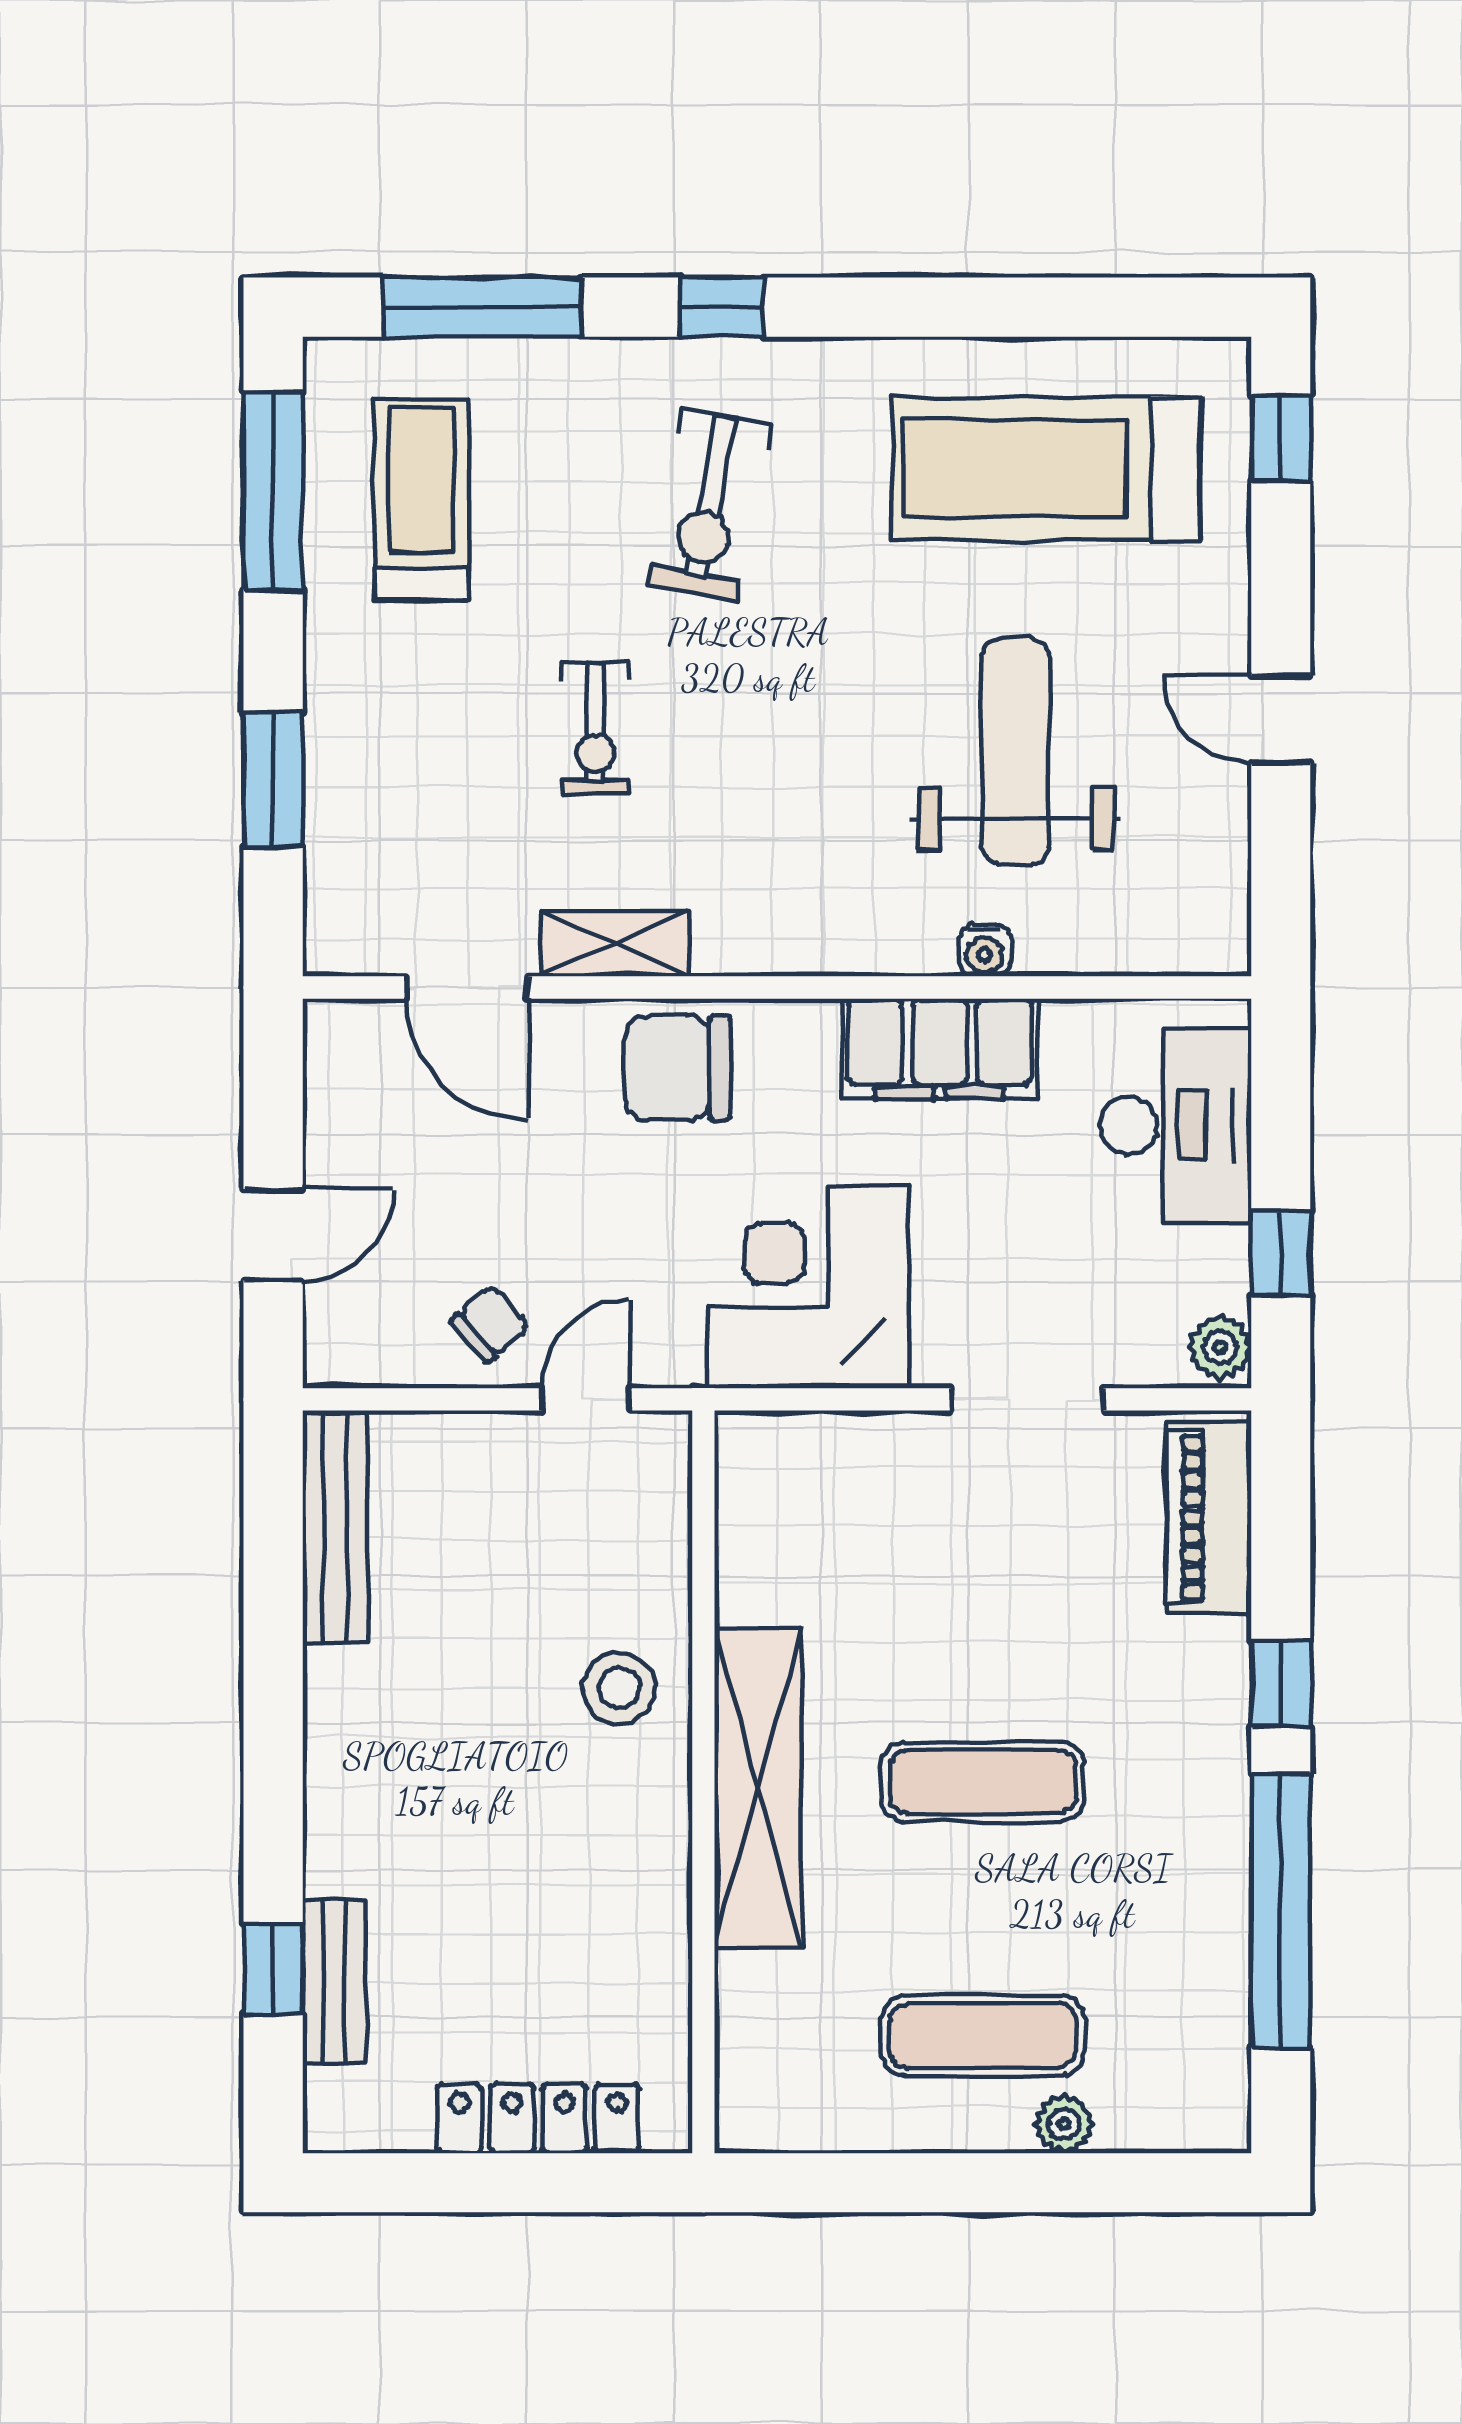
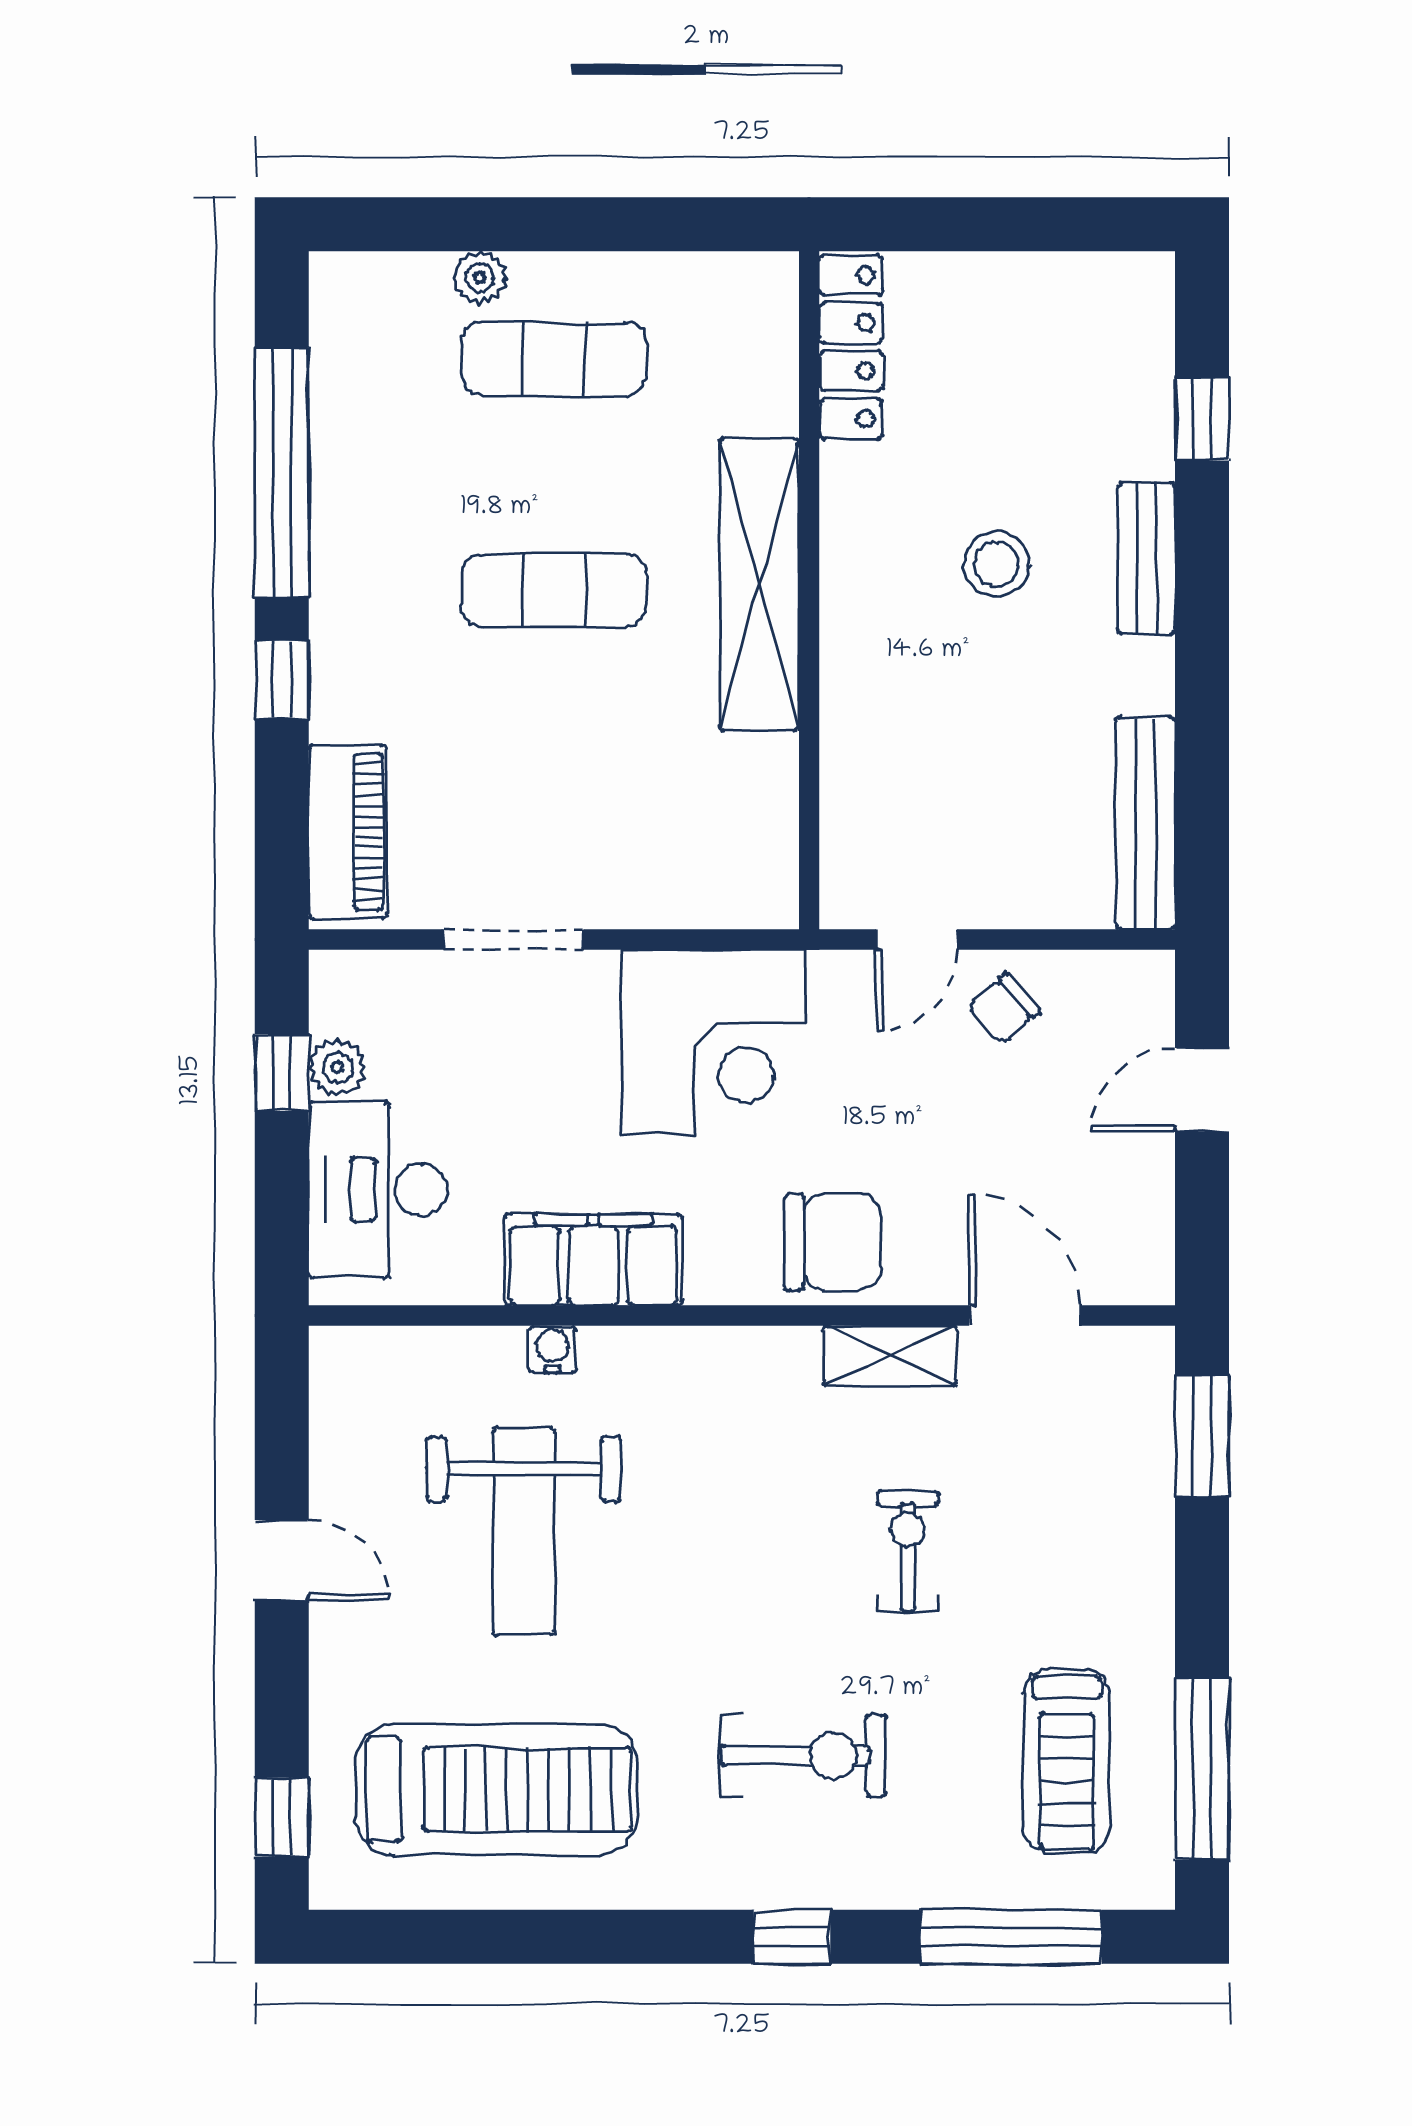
exercise bike: (710, 505) -> (803, 1756), turned 79
window: (273, 779) -> (1202, 1436), moved
plant: (1220, 1347) -> (337, 1068), moved
stool: (619, 1688) -> (996, 564), moved
bench: (334, 1982) -> (1146, 558), moved
locker: (538, 2119) -> (851, 347), moved, turned -90

